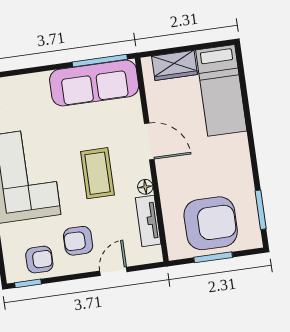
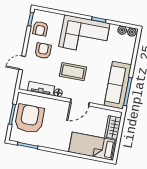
armchair: (211, 223) -> (29, 119), turned 180
door: (113, 271) -> (22, 63), swing flipped

